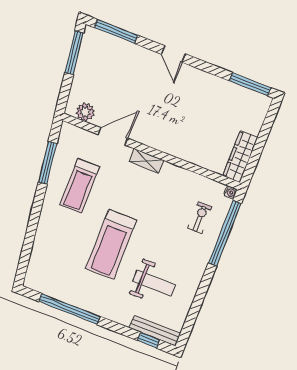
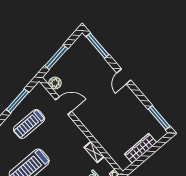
window: (74, 53) -> (56, 57), moved
wardrobe: (240, 157) -> (141, 148), moved
shelving: (146, 161) -> (94, 152), moved

